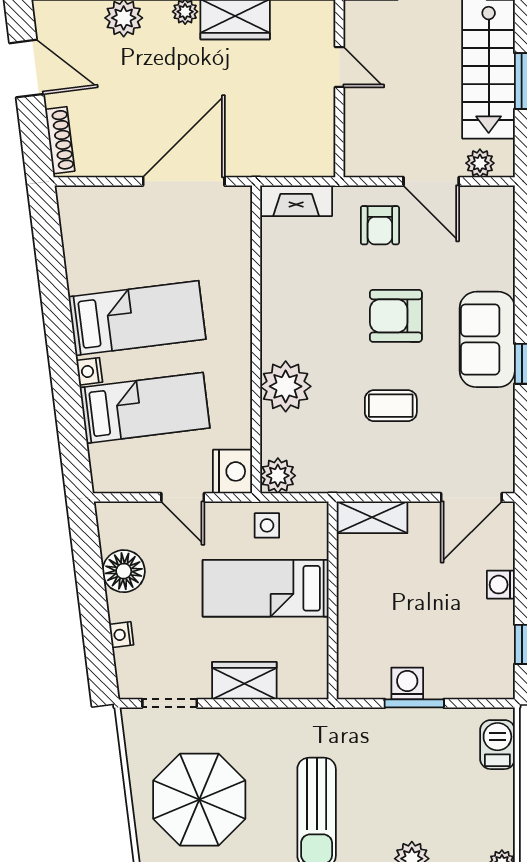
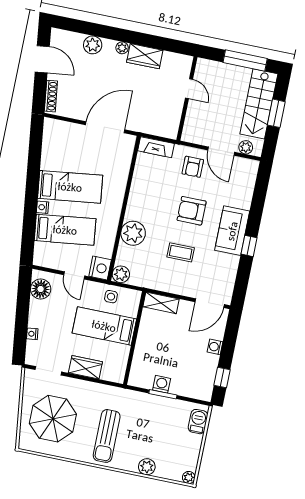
floor lamp: (124, 571) -> (41, 289), moved

